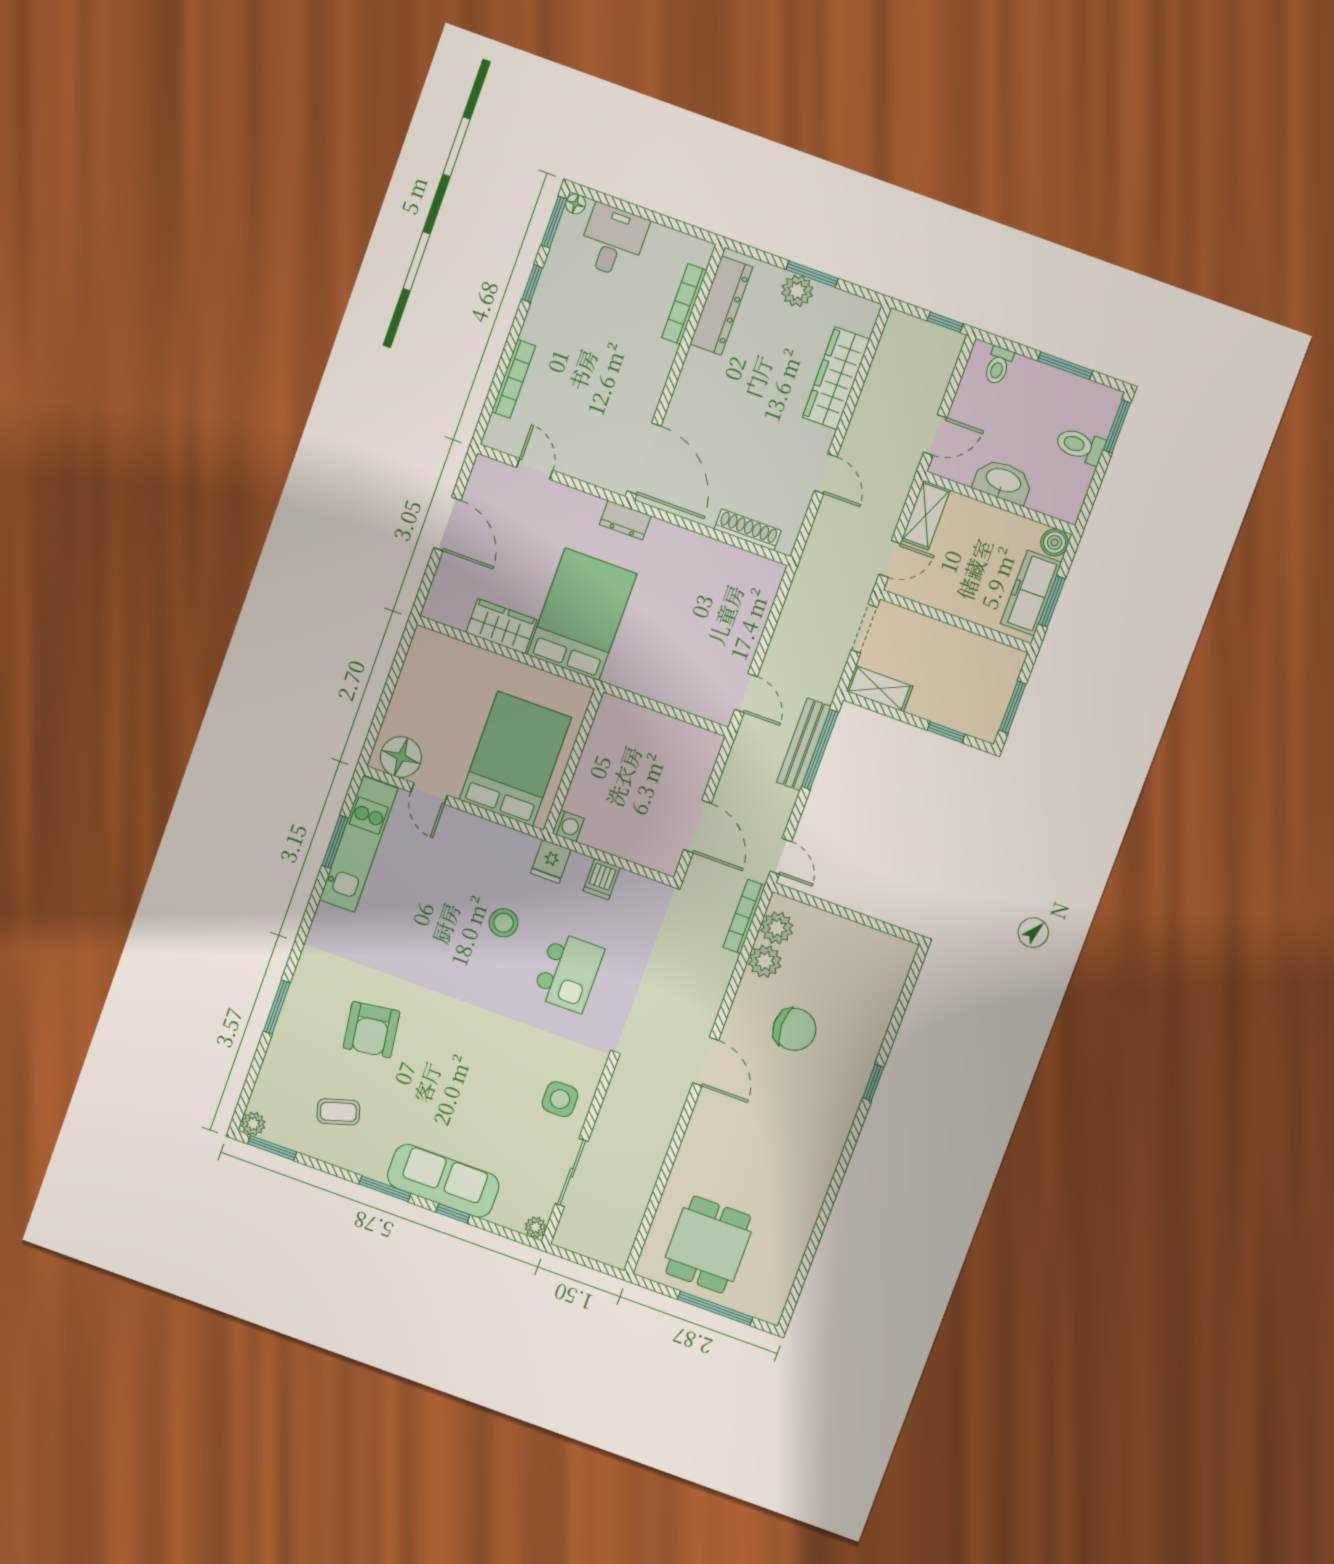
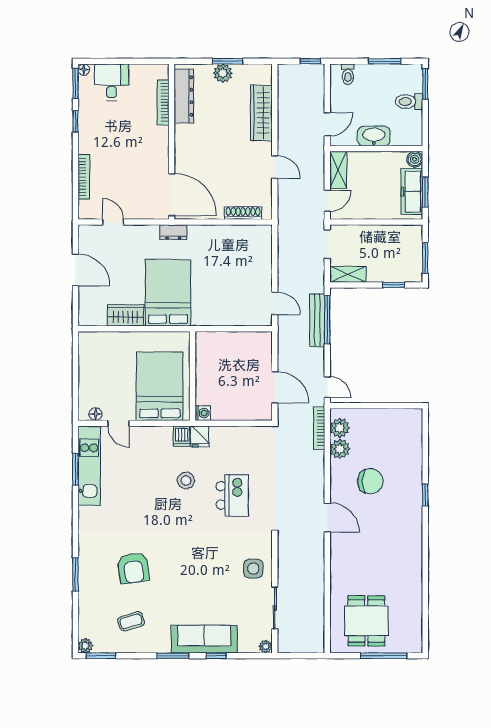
floor lamp: (401, 757) -> (95, 414), width x0.53, depth x0.53
dishwasher: (602, 879) -> (182, 436), moved

